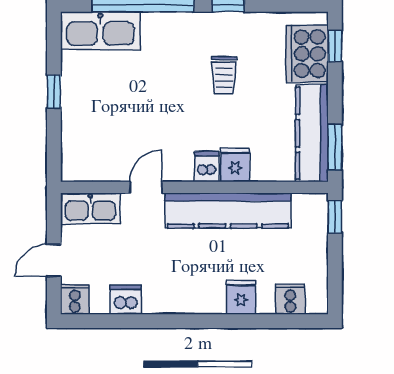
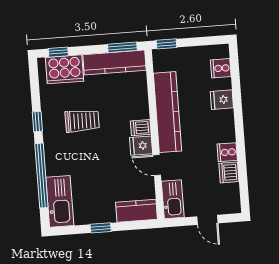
trolley: (224, 75) -> (82, 121), width x1.36, depth x1.39
kitchen counter: (77, 150) -> (137, 211), added
fridge: (235, 165) -> (141, 146), moved
cooker: (75, 299) -> (227, 152), moved

